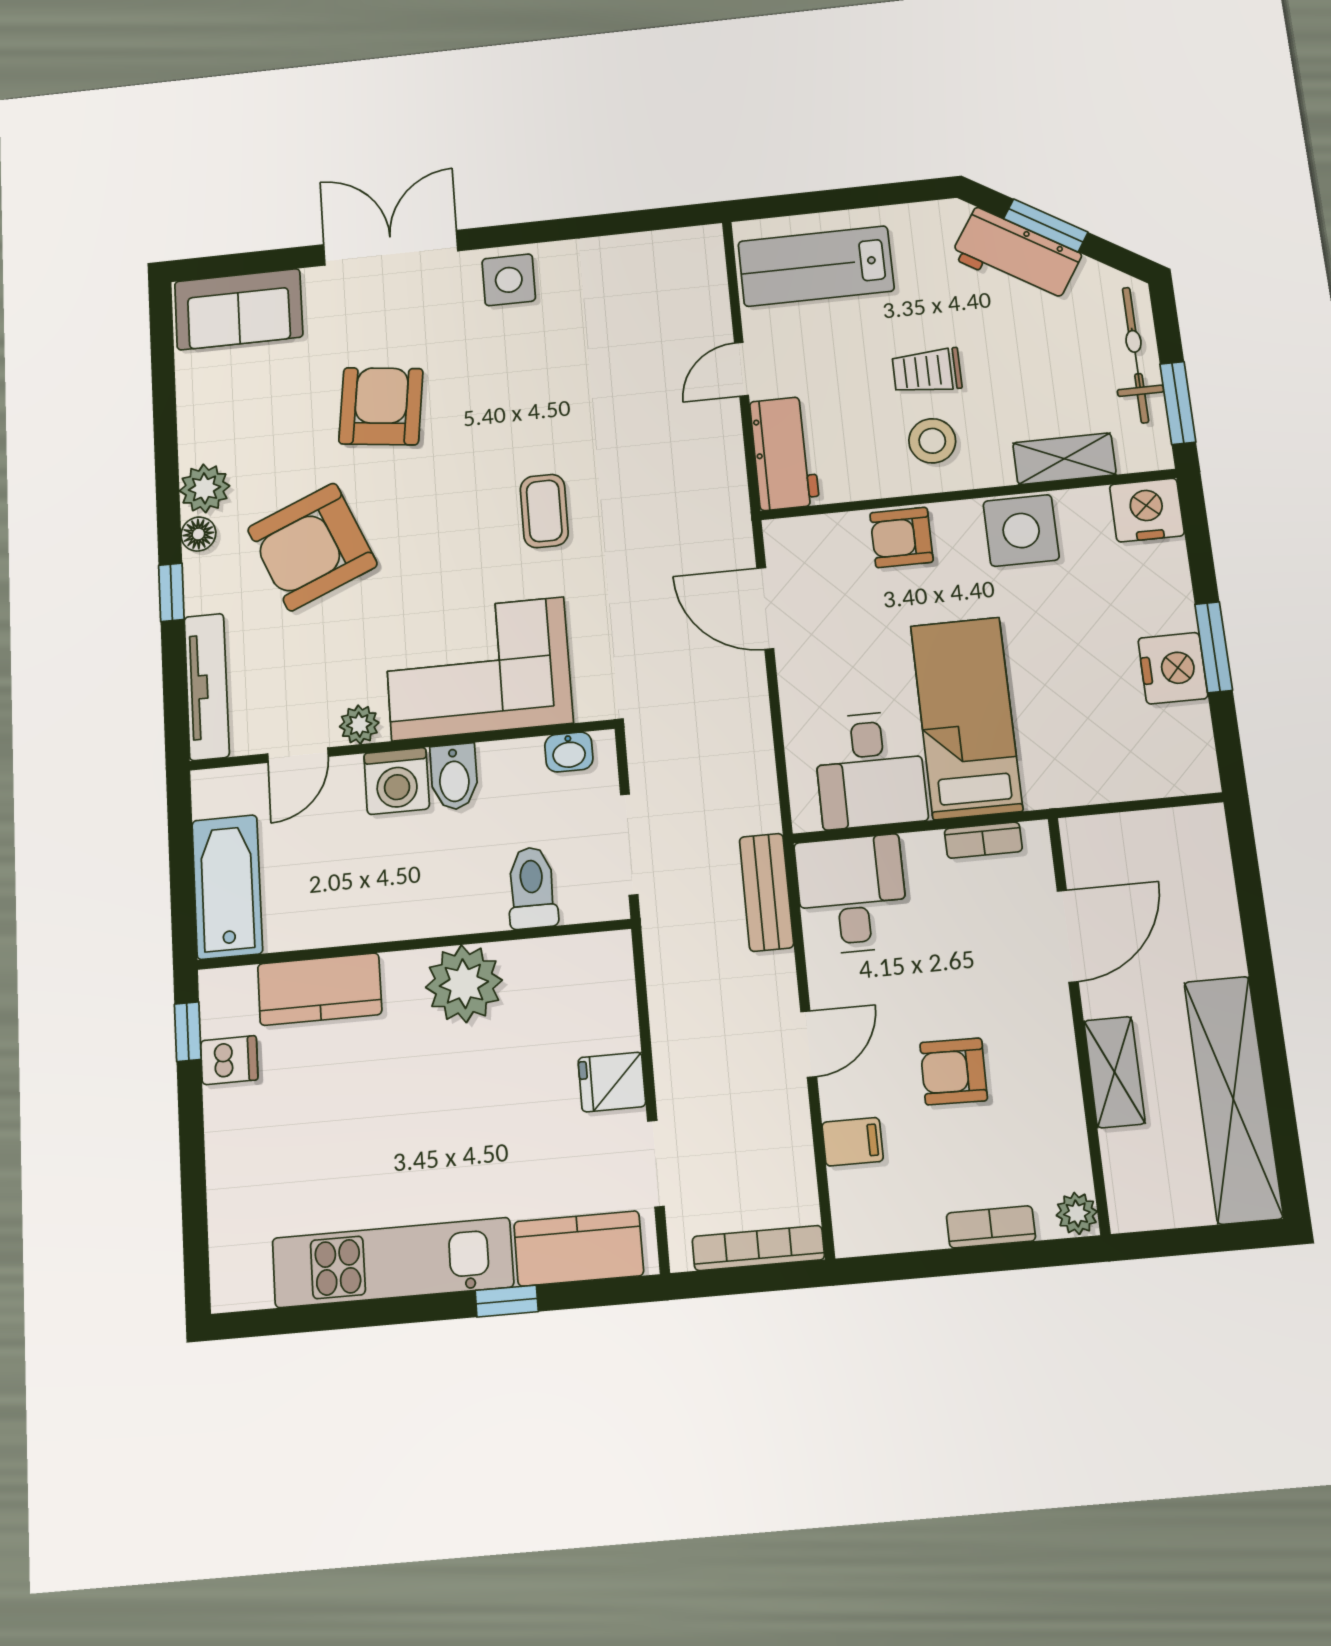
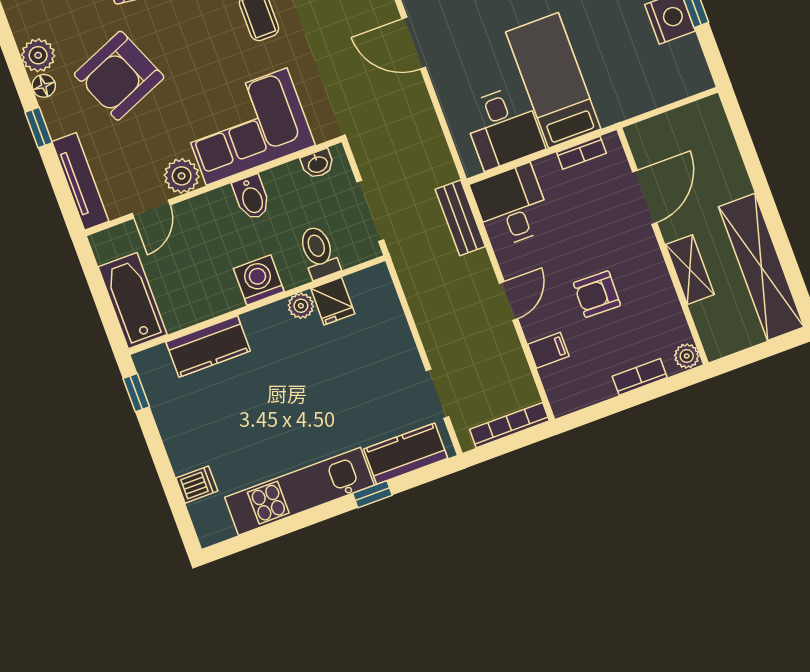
plant: (359, 725) -> (182, 176), width x1.38, depth x1.38
washing machine: (397, 781) -> (259, 280), moved, turned 180
plant: (464, 984) -> (301, 306), width x0.53, depth x0.53
dishwasher: (229, 1060) -> (197, 485), moved
fridge: (612, 1082) -> (333, 301), moved, turned -90

